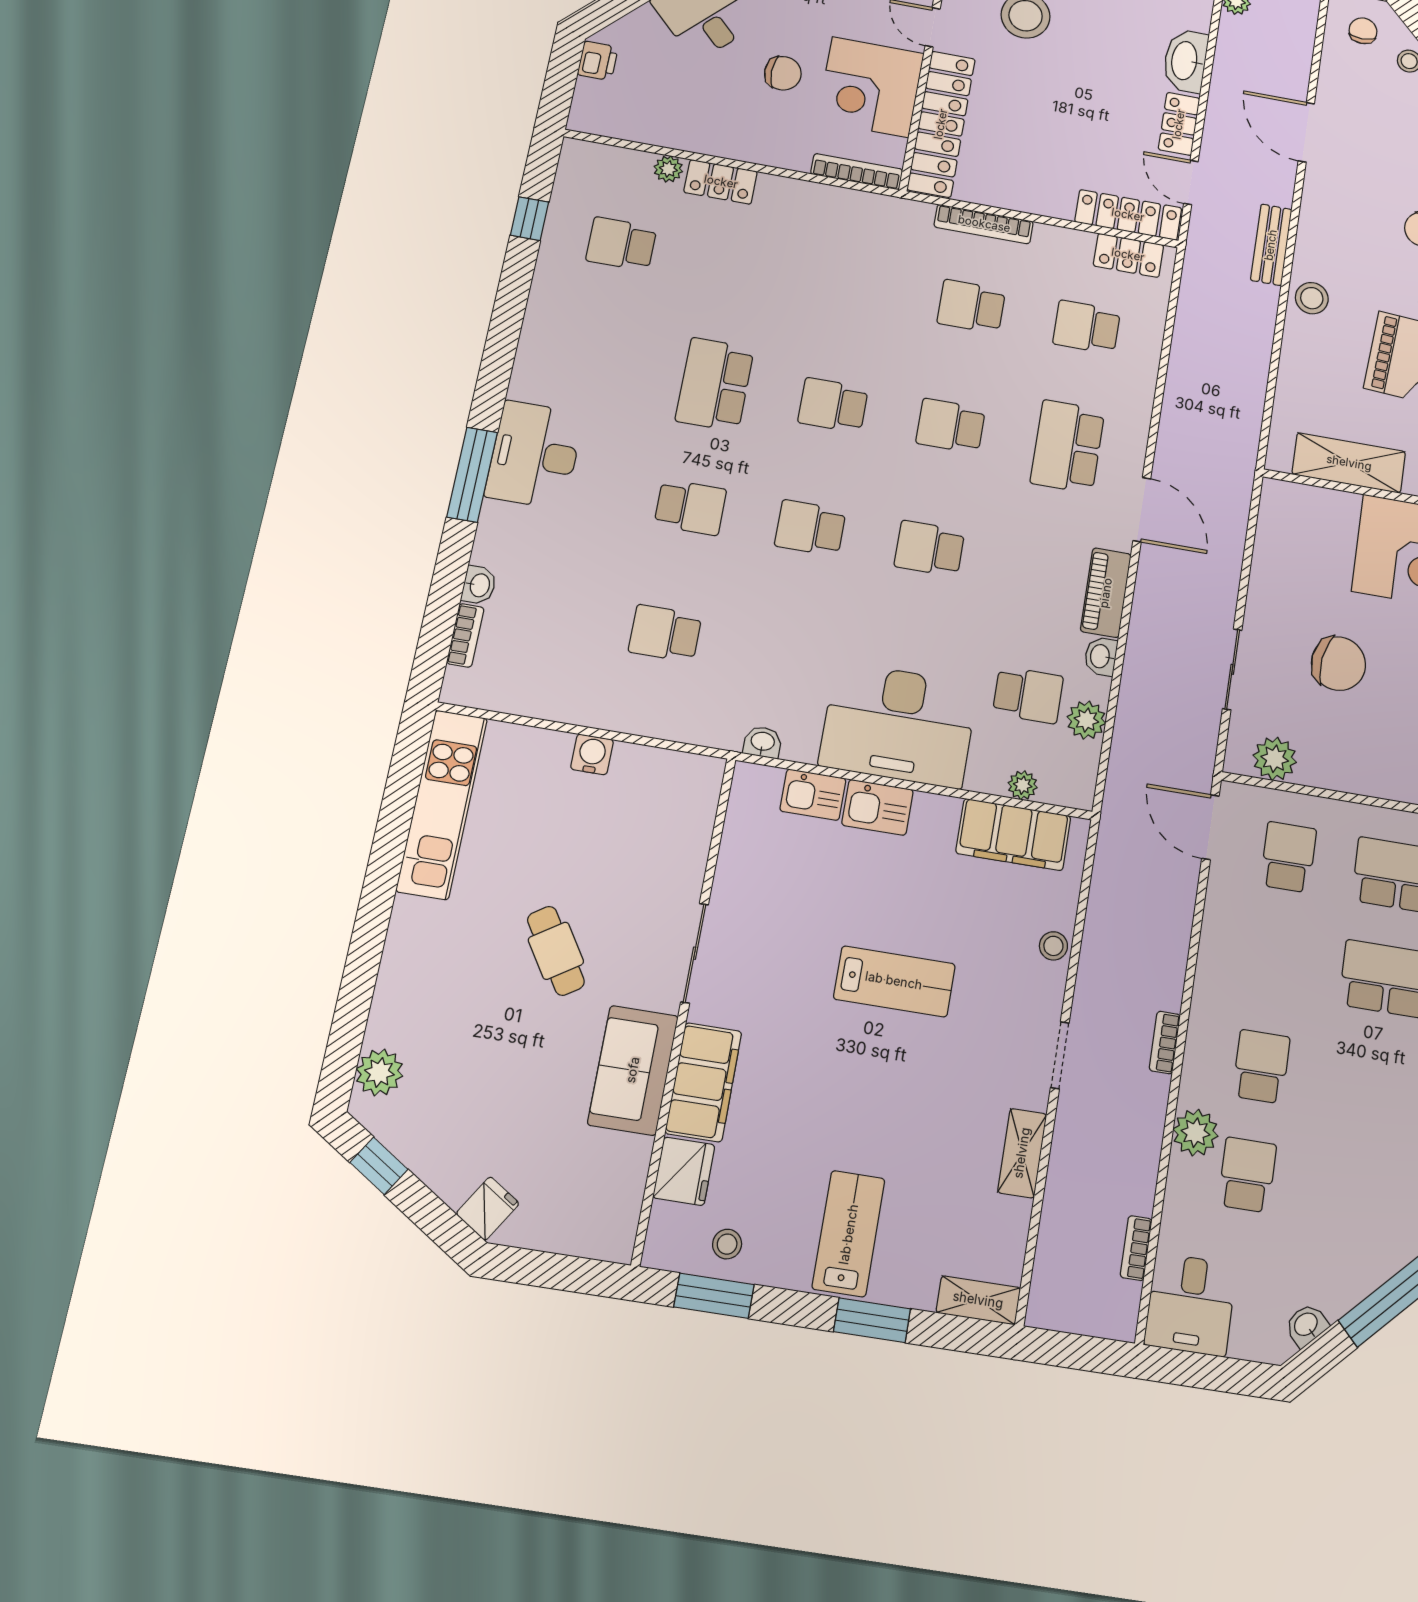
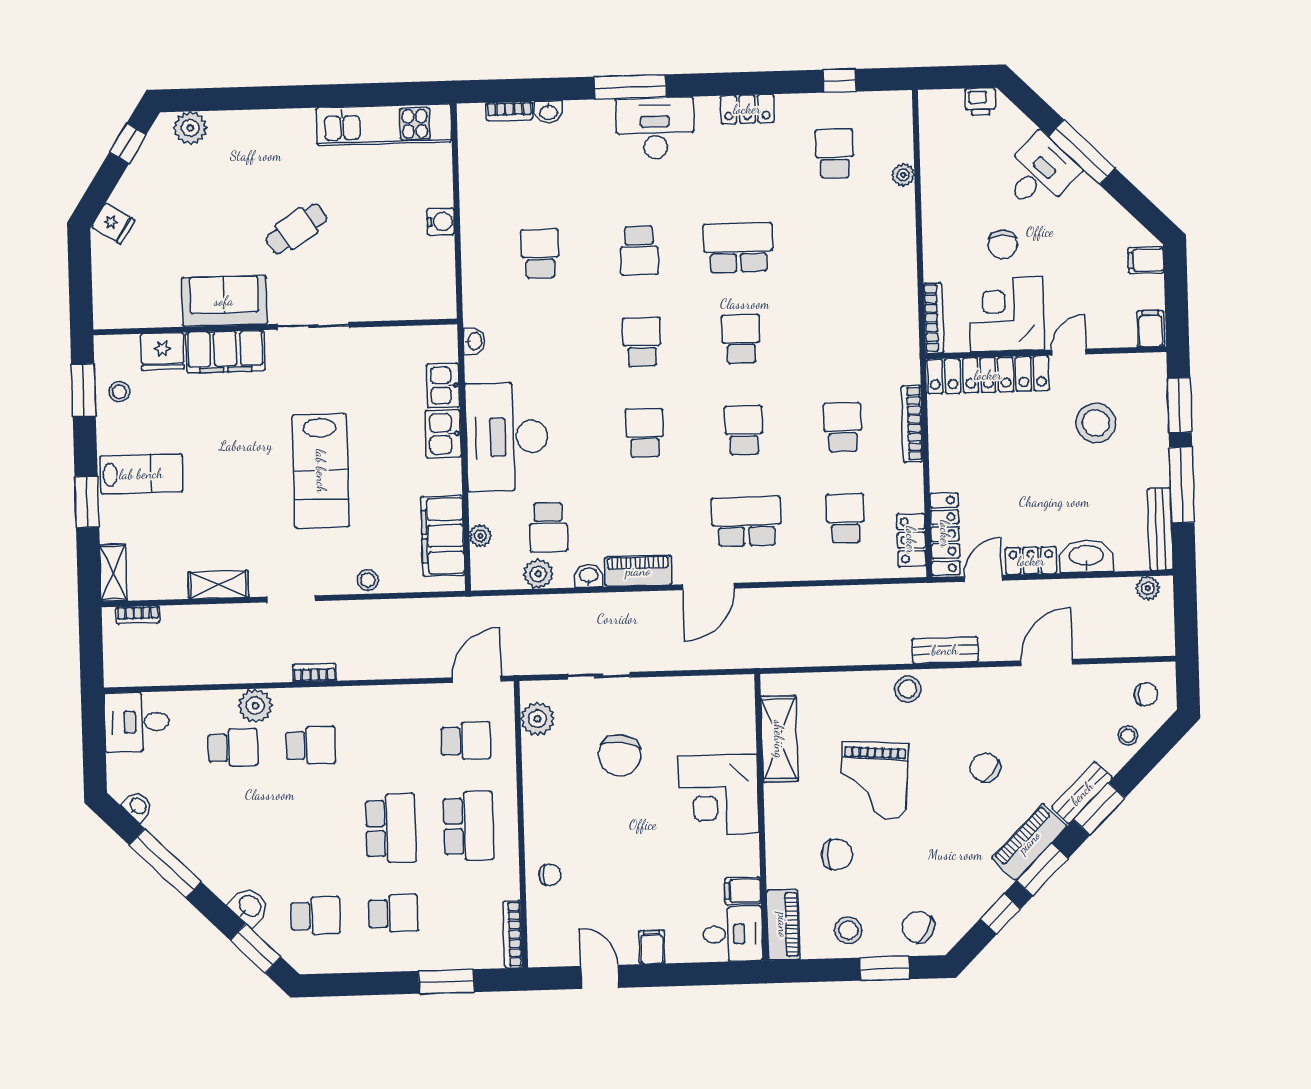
locker: (721, 182) -> (747, 109), moved, turned -90
lab bench: (894, 981) -> (321, 471), width x1.36, depth x1.39
bookcase: (1136, 1248) -> (138, 615), moved, turned 180

